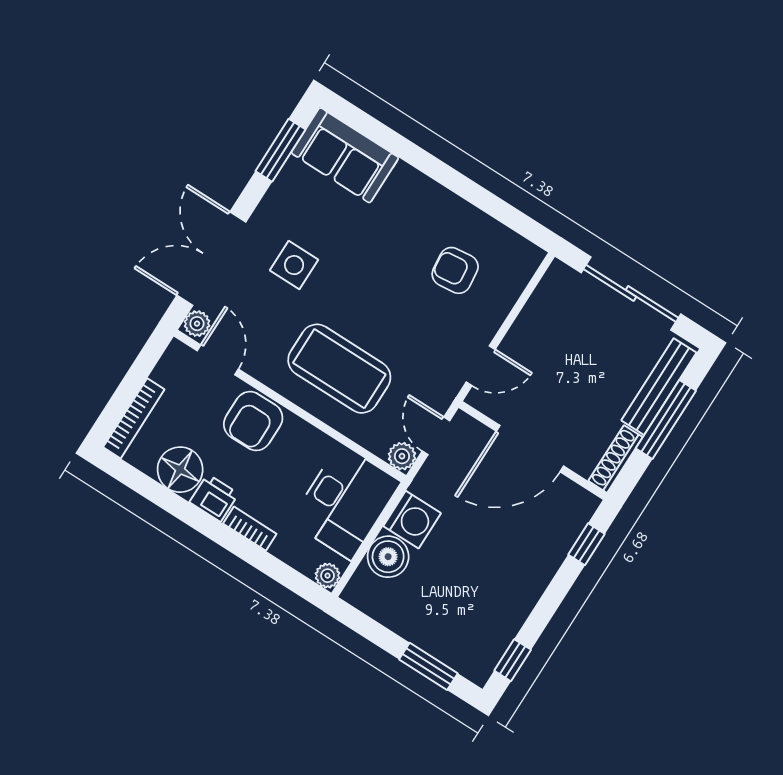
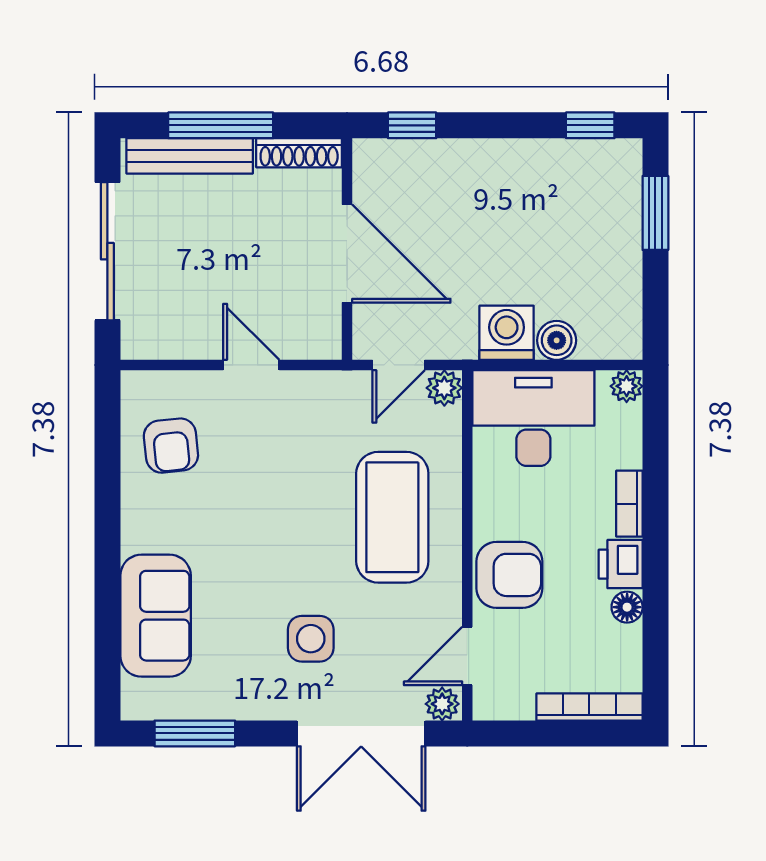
sofa: (345, 155) -> (156, 616), moved
armchair: (455, 270) -> (171, 446), moved
door: (481, 366) -> (251, 365), moved
floor lamp: (180, 470) -> (627, 607), width x0.53, depth x0.53
boiler: (388, 557) -> (557, 340), width x0.73, depth x0.73

